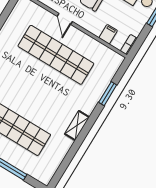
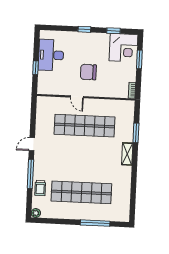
filing cabinet: (108, 34) -> (113, 91), removed
shelving: (77, 125) -> (127, 154), moved

